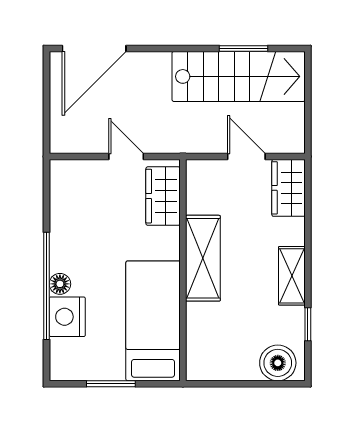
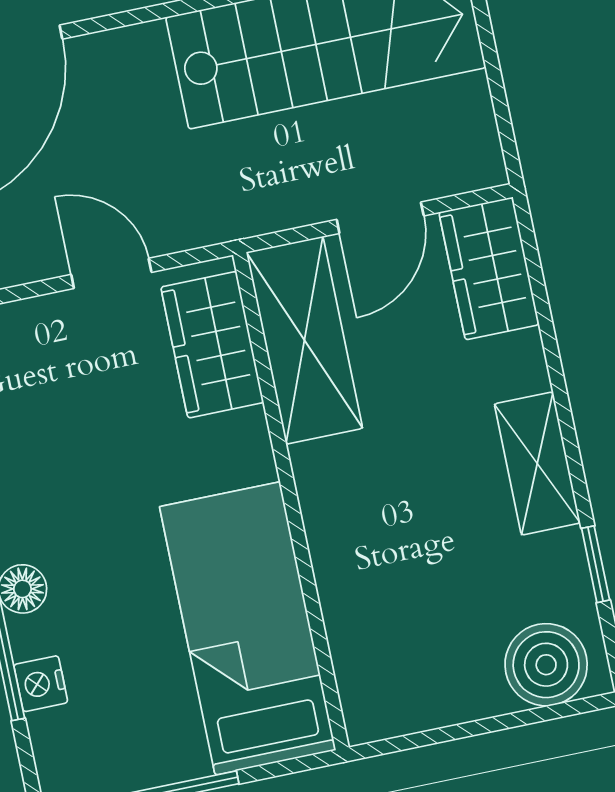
door: (246, 156) -> (380, 218), swing flipped
shelving: (203, 258) -> (304, 340), moved
nightstand: (67, 317) -> (41, 684), width x0.53, depth x0.56

